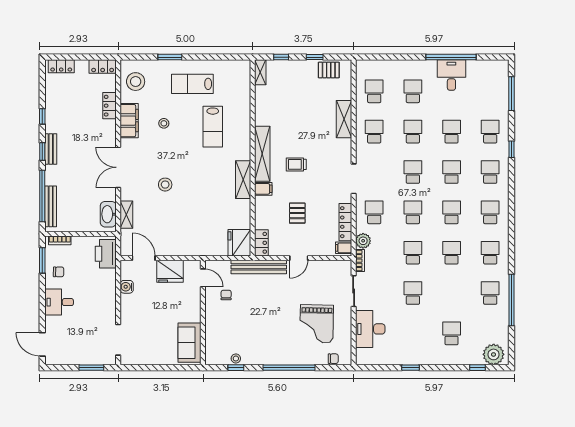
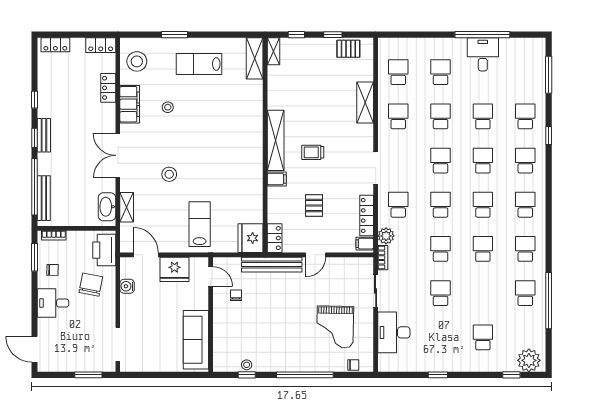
lab bench: (213, 127) -> (200, 224), moved, turned 180
shelving: (243, 180) -> (255, 58), moved
chair: (94, 285) -> (91, 285), added
sofa: (189, 343) -> (196, 340), width x1.36

